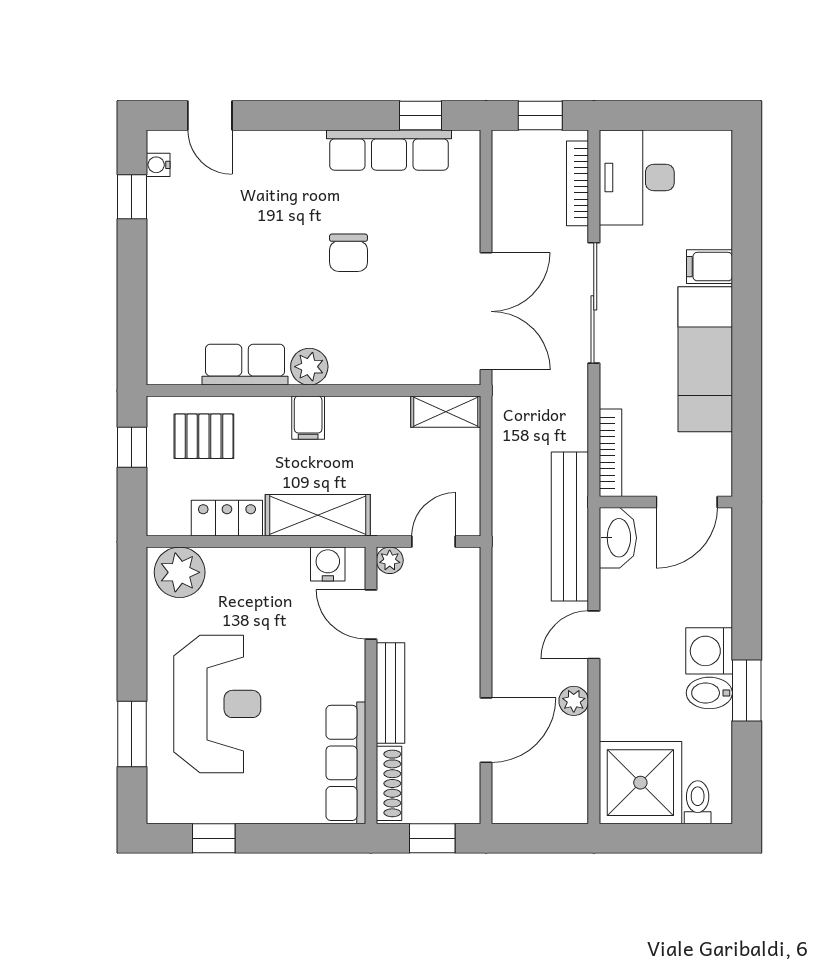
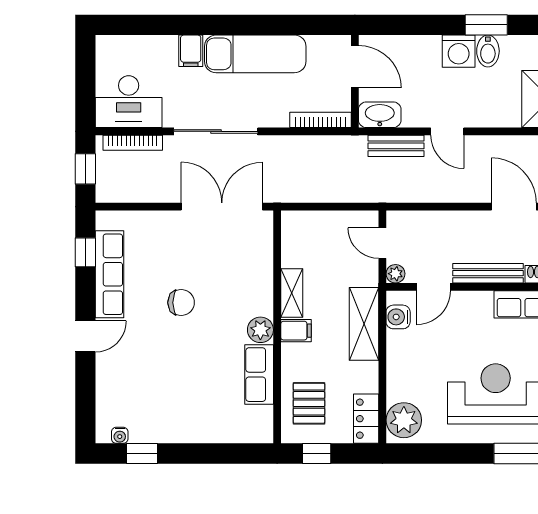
door: (210, 116) -> (85, 336), moved
shelving: (446, 412) -> (292, 293), moved
locker: (227, 518) -> (366, 419), moved
bench: (570, 526) -> (396, 146), width x0.54, depth x0.82
plant: (574, 701) -> (493, 145), removed

